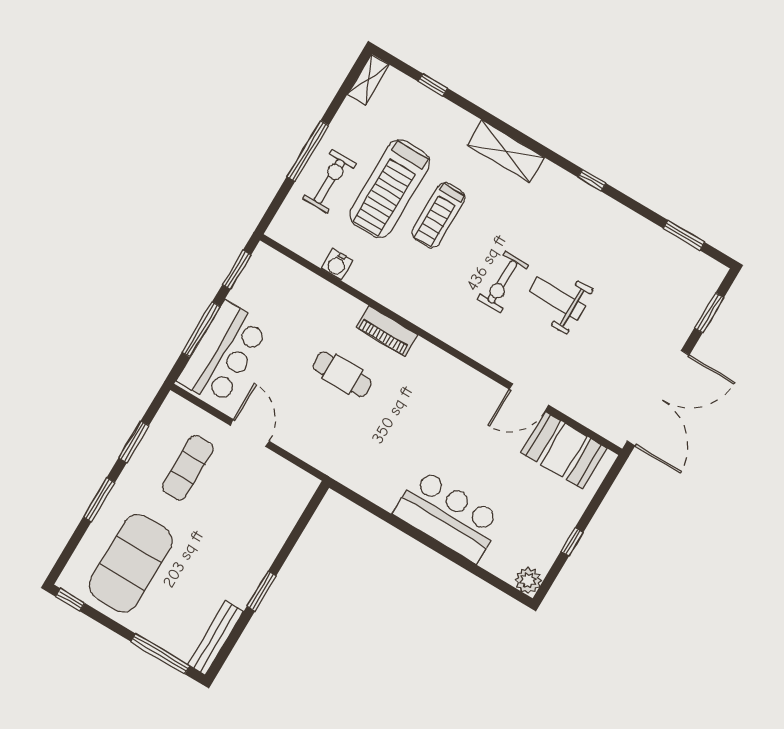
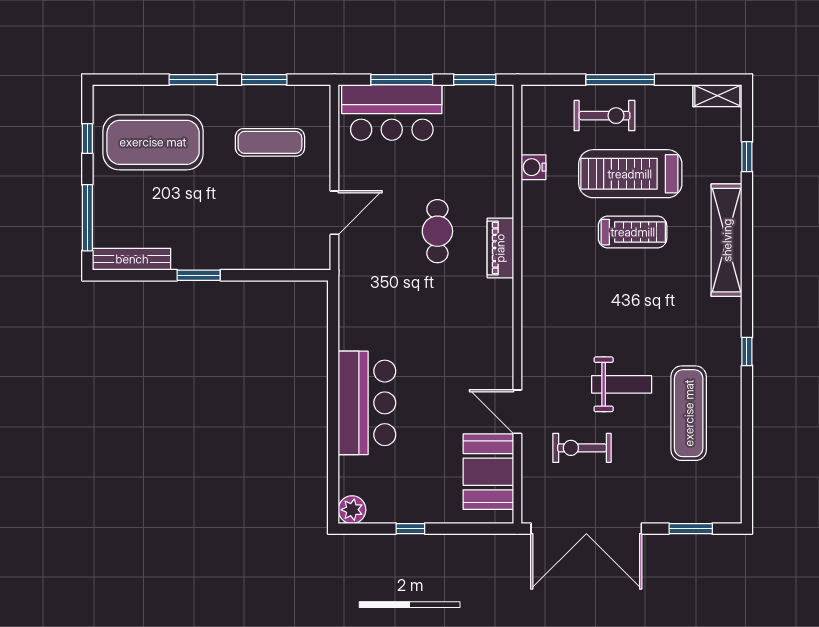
shelving: (506, 151) -> (727, 240), width x1.47
treadmill: (438, 215) -> (633, 232), turned 180
window: (684, 235) -> (747, 464), removed
exercise mat: (614, 258) -> (689, 413), added
exercise bike: (503, 282) -> (582, 448), moved
weight bench: (558, 299) -> (622, 384), turned 90
door: (249, 433) -> (334, 213), moved
window: (70, 600) -> (87, 138), moved

